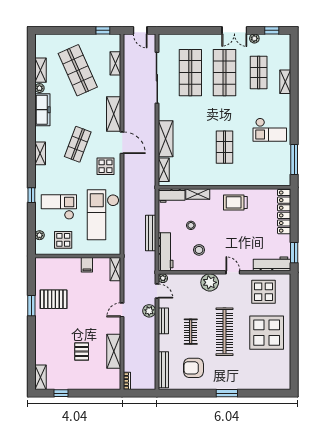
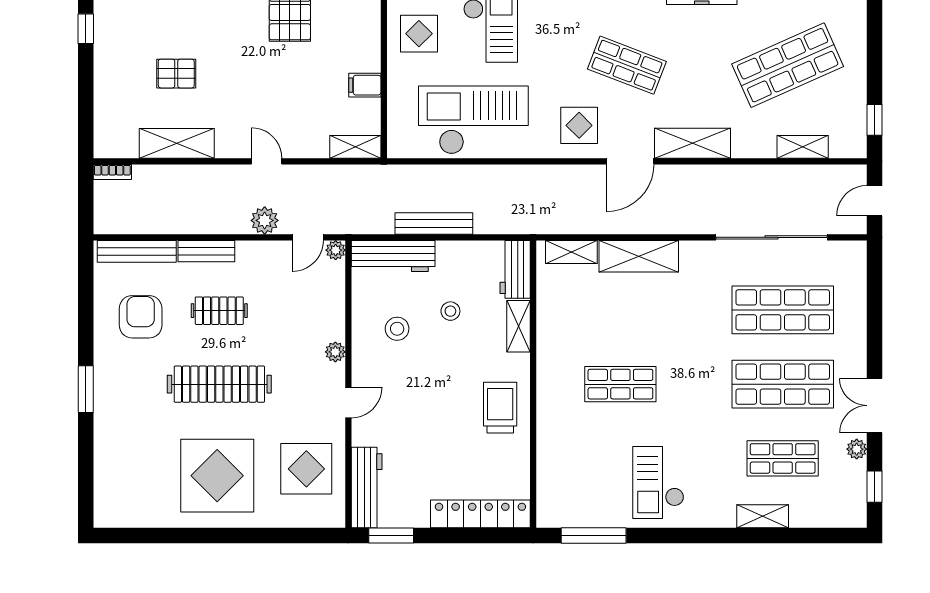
plant: (210, 282) -> (335, 352), width x0.53, depth x0.53
bench: (163, 321) -> (206, 251), moved

